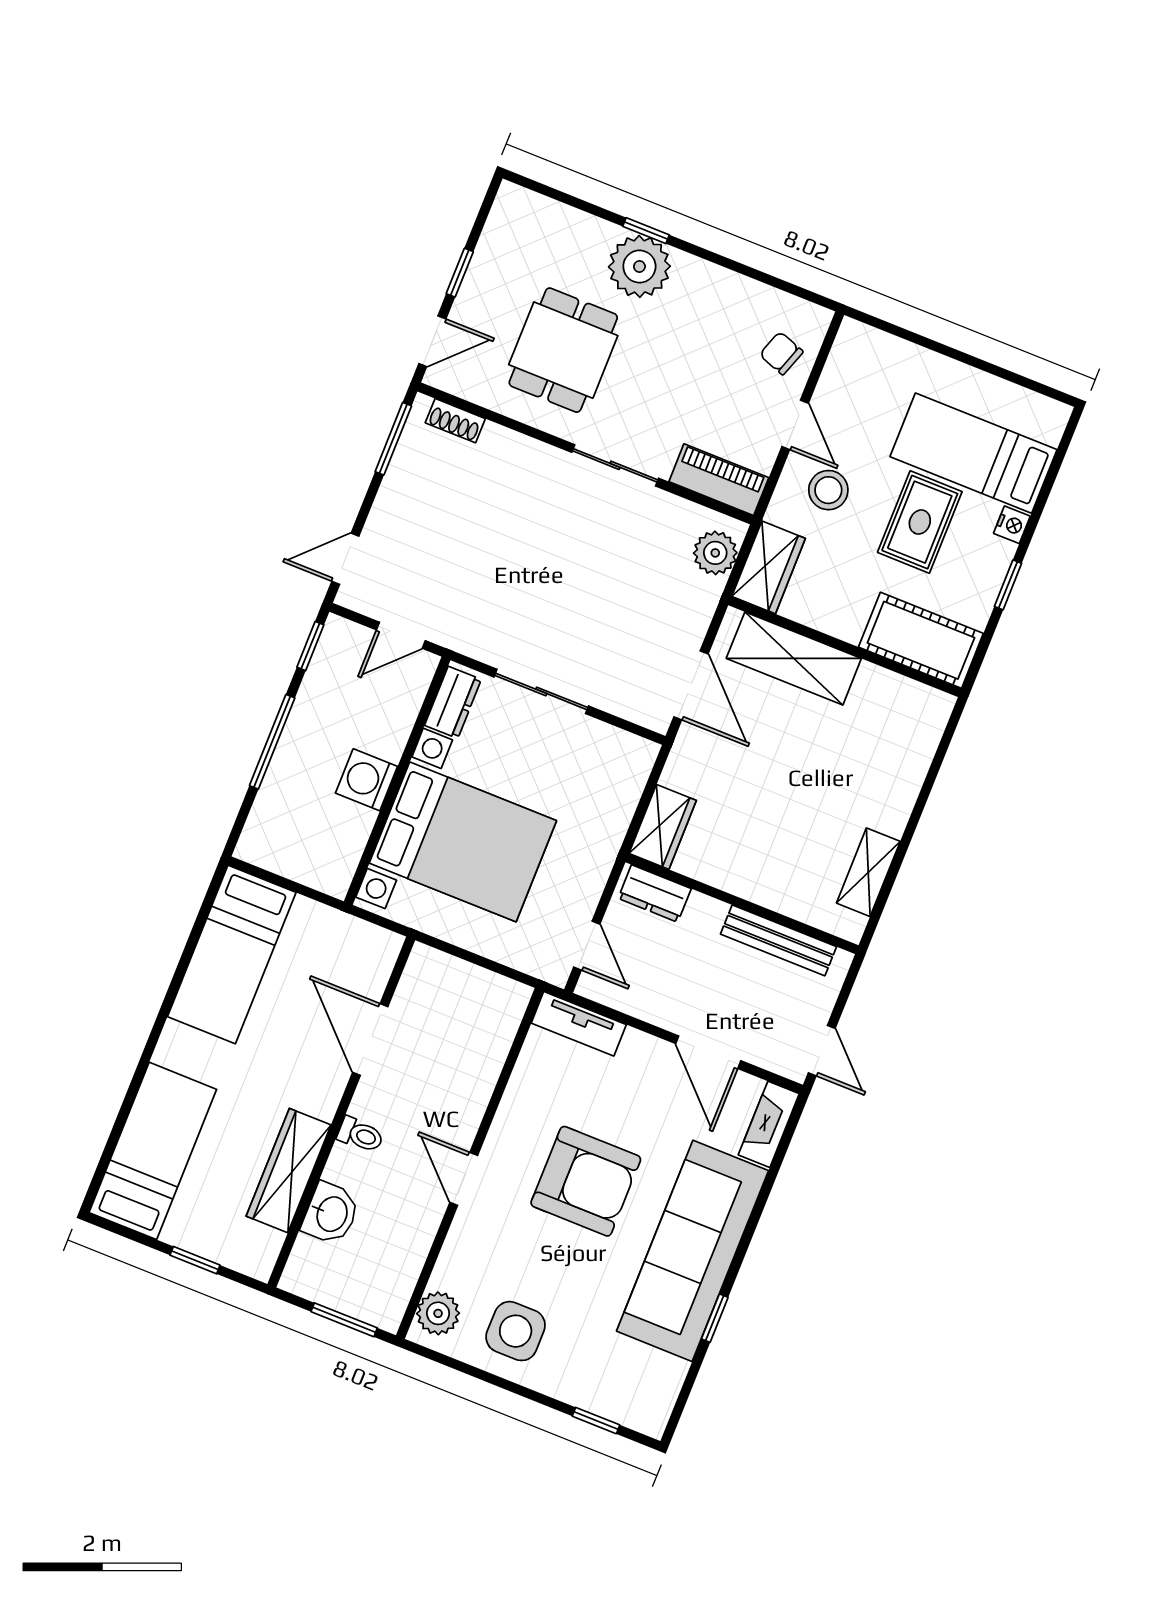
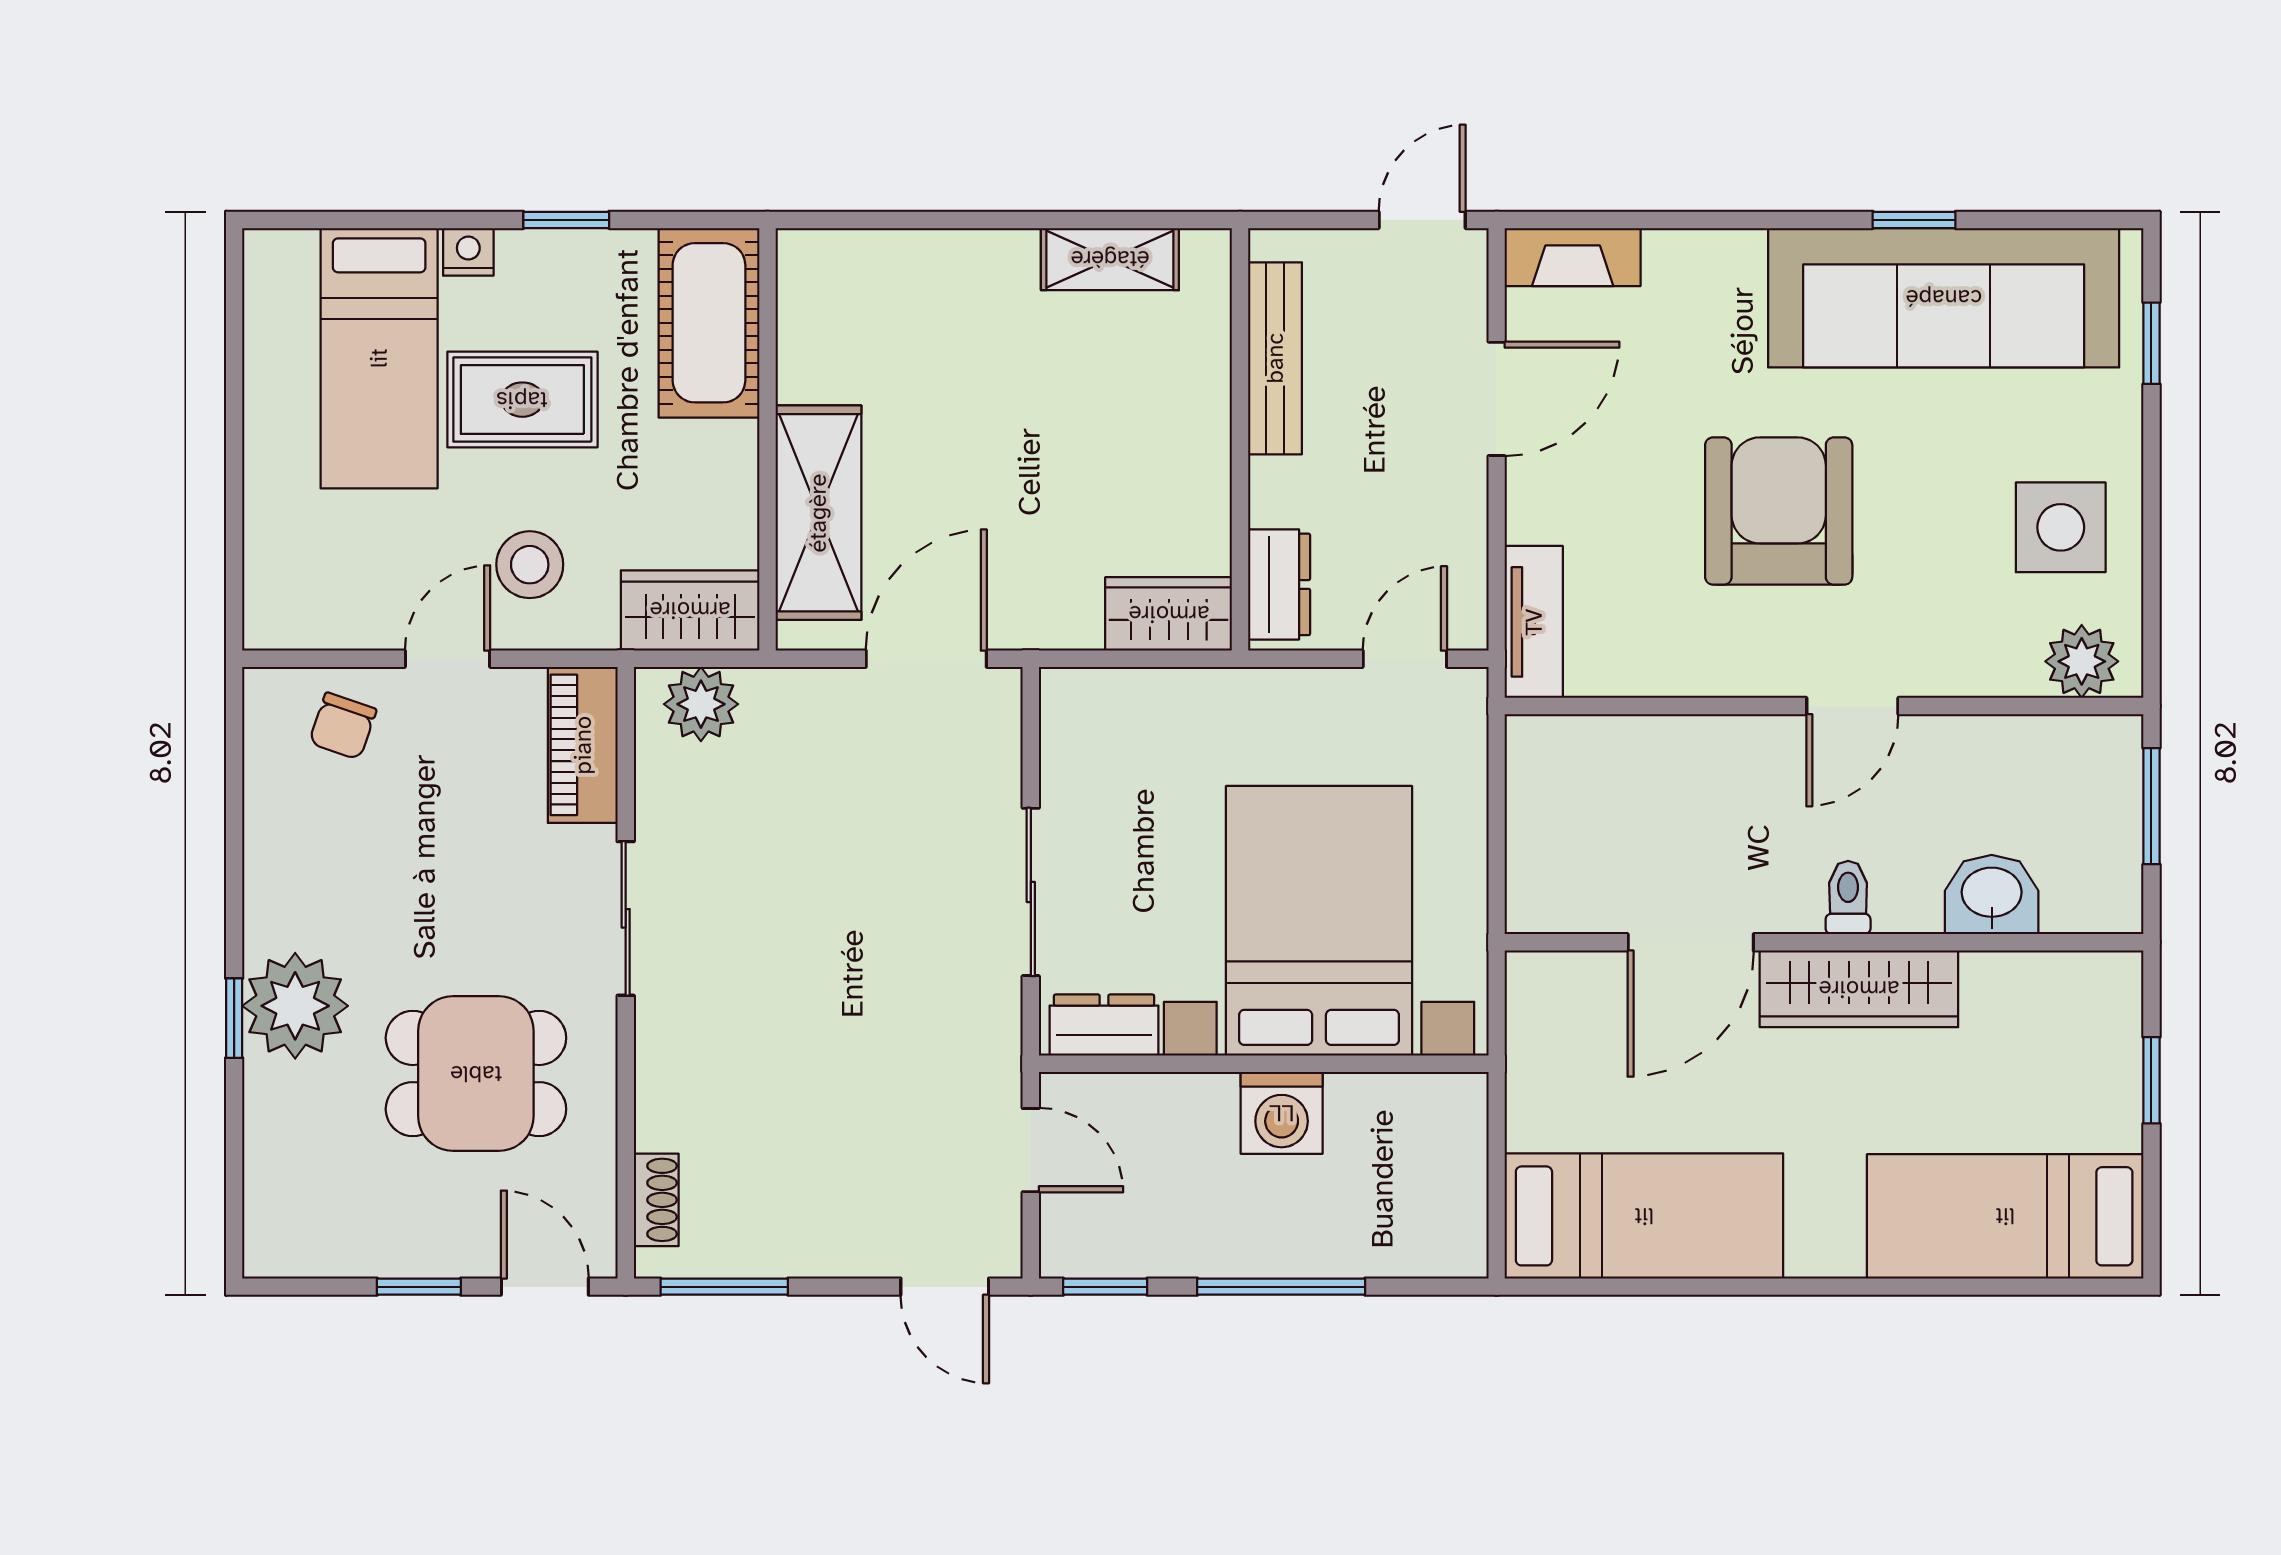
wardrobe: (289, 1171) -> (1859, 989), moved
sofa: (693, 1251) -> (1944, 298), moved

